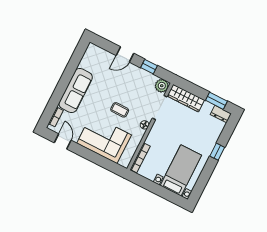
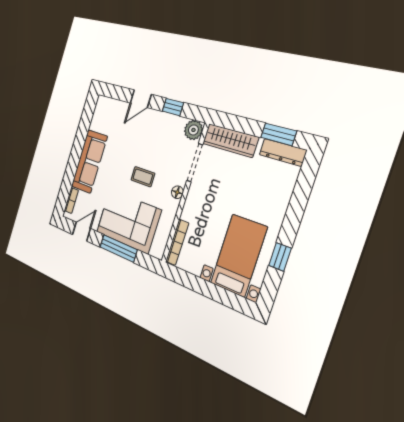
dresser: (221, 114) -> (283, 152), width x1.44
door: (63, 141) -> (81, 232), hinge flipped
window: (217, 152) -> (280, 257), moved
window: (94, 157) -> (118, 248), added

